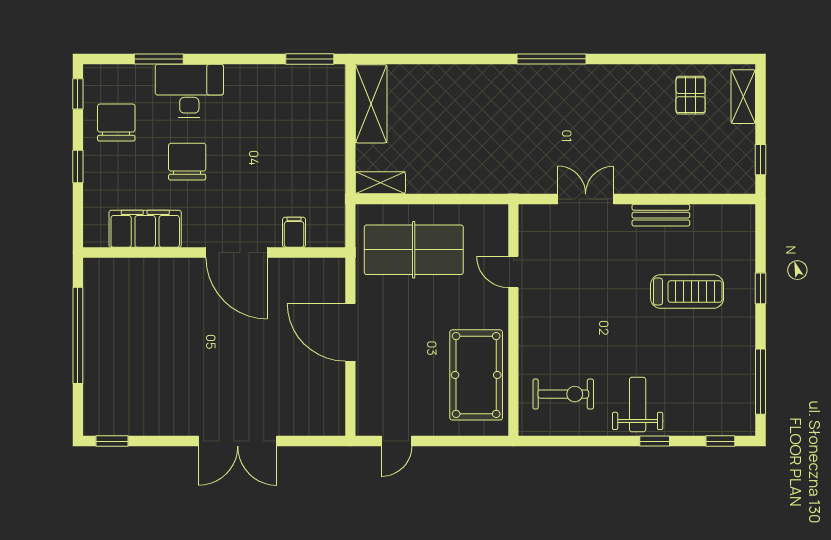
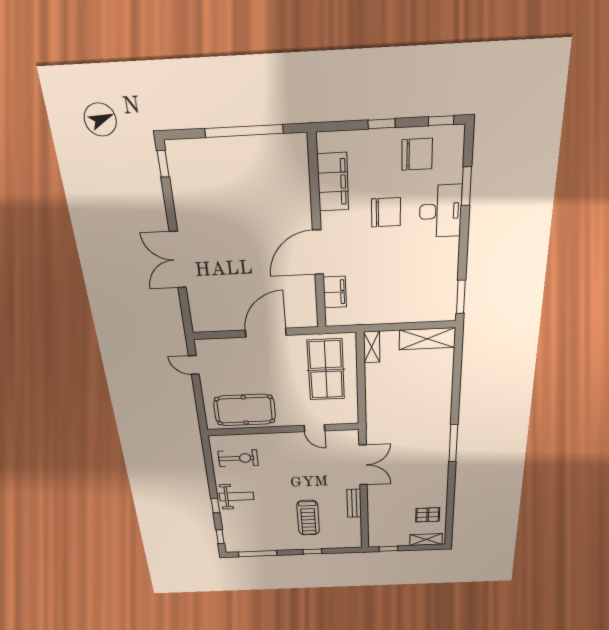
double door: (586, 199) -> (363, 465), width x1.37
filing cabinet: (294, 232) -> (335, 292), width x2.00
door: (513, 272) -> (314, 428), swing flipped
exercise bike: (563, 394) -> (238, 458), turned -90

